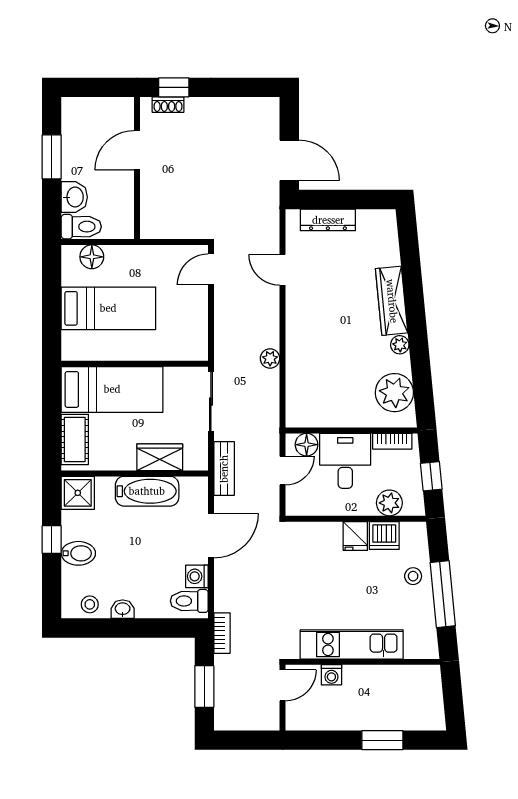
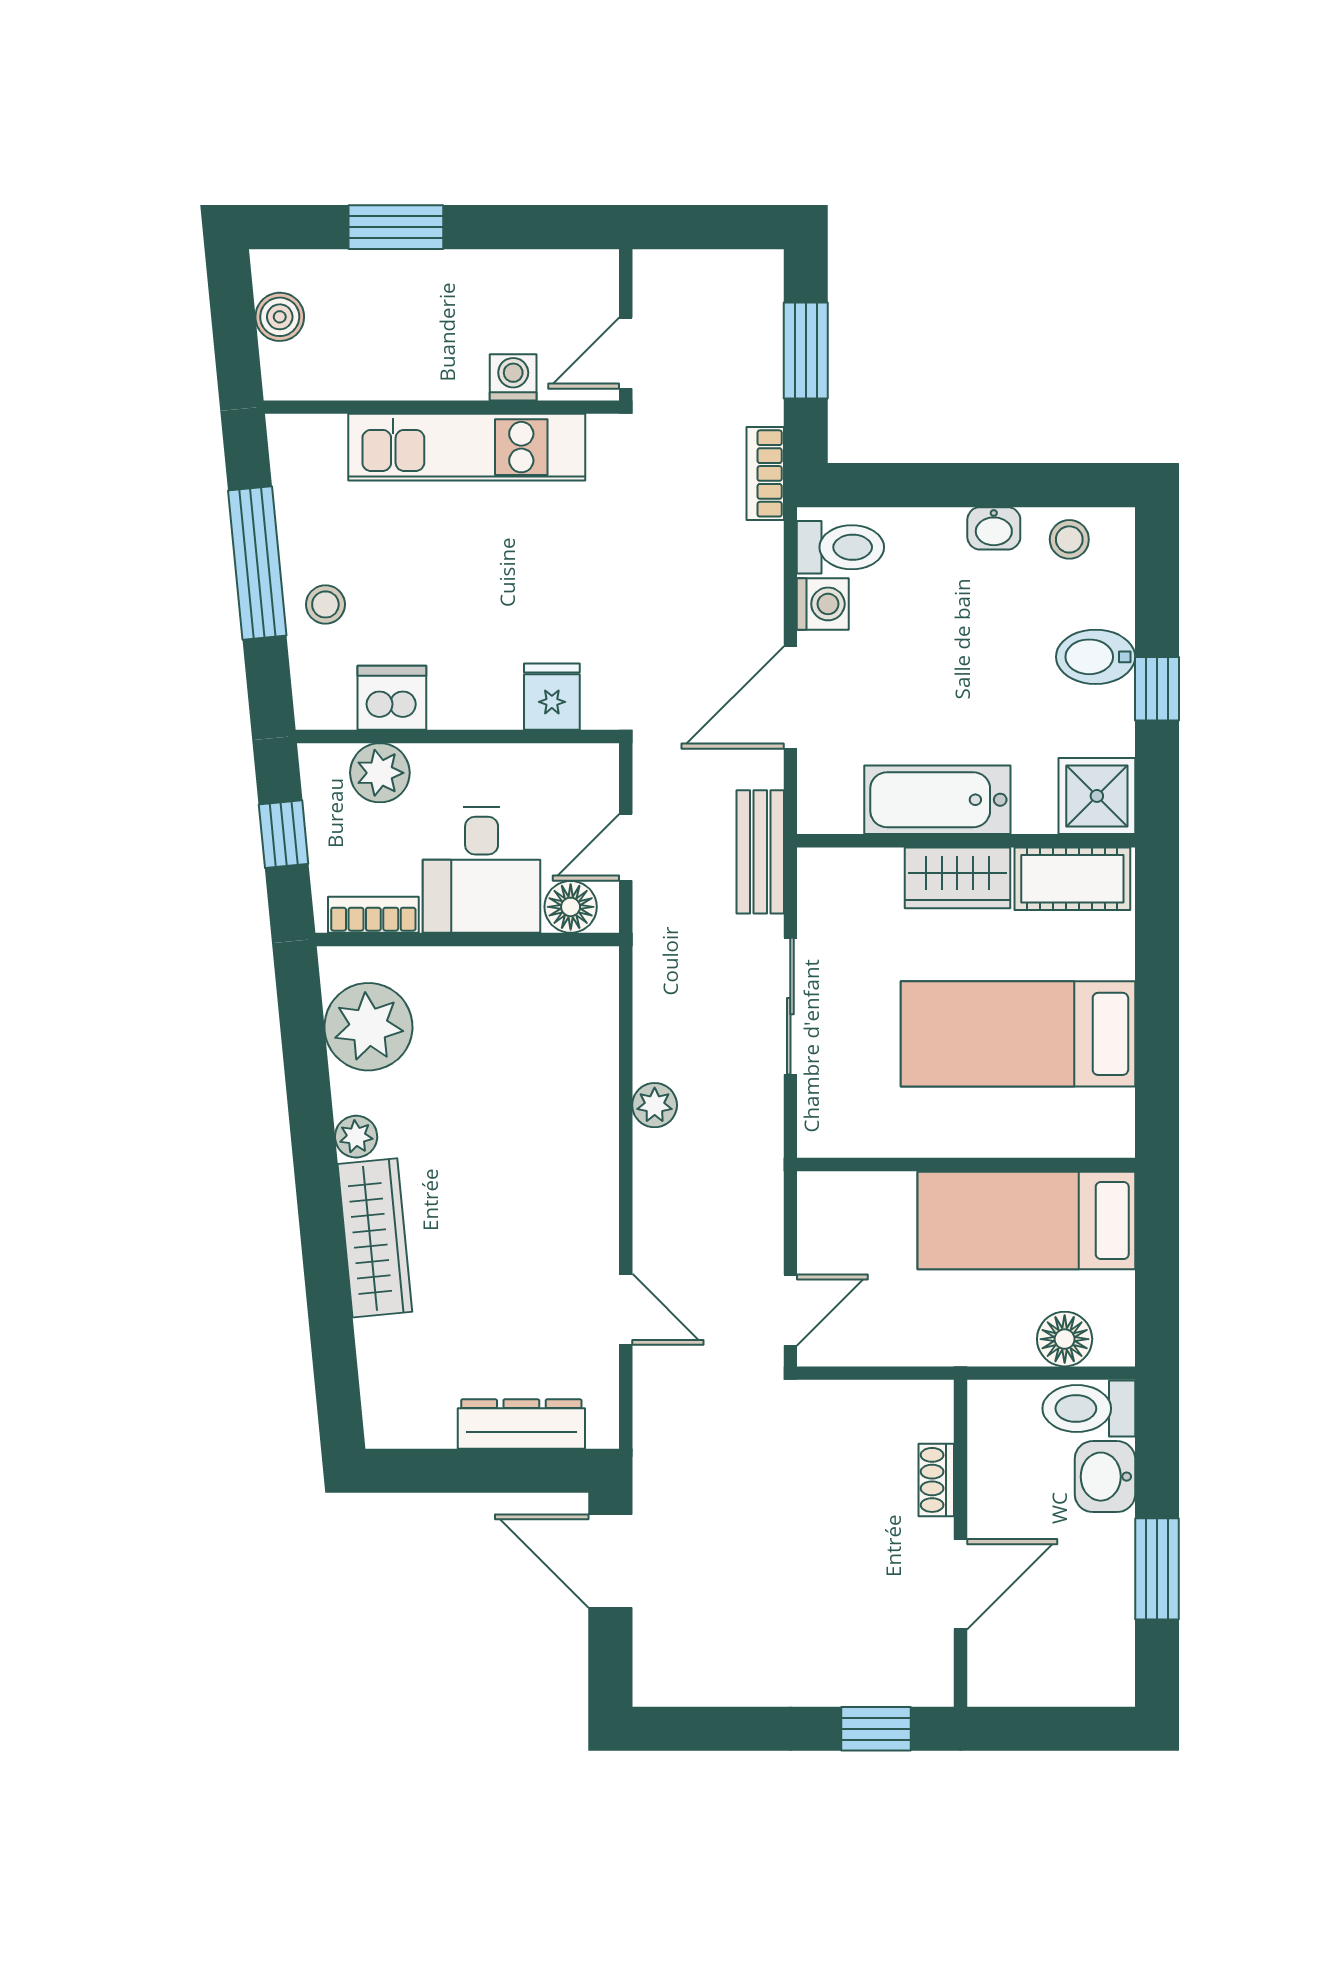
shoe rack: (168, 105) -> (936, 1480), moved, turned -90
wall: (135, 364) -> (966, 1165), moved
cot: (75, 439) -> (1072, 879), moved, turned 90
wardrobe: (160, 457) -> (957, 878), moved
fridge: (355, 536) -> (552, 697), moved
boiler: (433, 701) -> (280, 317), added

